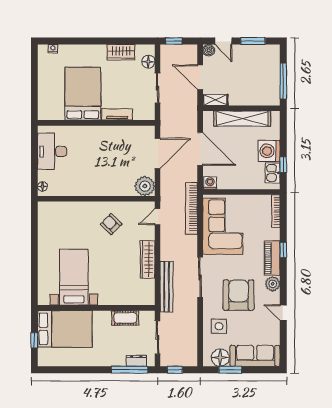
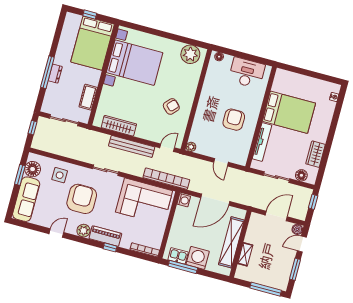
window: (283, 81) -> (266, 289), moved
shelving: (215, 100) -> (245, 254), moved
tv unit: (117, 114) -> (262, 142), width x1.41
armchair: (107, 152) -> (234, 120), added
door: (157, 153) -> (221, 162), width x0.53
window: (283, 165) -> (183, 267), width x2.17
plant: (145, 186) -> (191, 147), width x0.53, depth x0.53
door: (157, 217) -> (167, 148), hinge flipped
plant: (48, 219) -> (190, 54), added
wardrobe: (148, 259) -> (119, 126), moved
bed with nightstands: (74, 277) -> (135, 63), width x1.36
sliding door: (200, 277) -> (106, 170), width x0.73
bench: (167, 287) -> (132, 146), moved
armchair: (239, 295) -> (82, 199), turned -90
dresser: (136, 361) -> (55, 74), moved
window: (130, 370) -> (47, 72), moved

